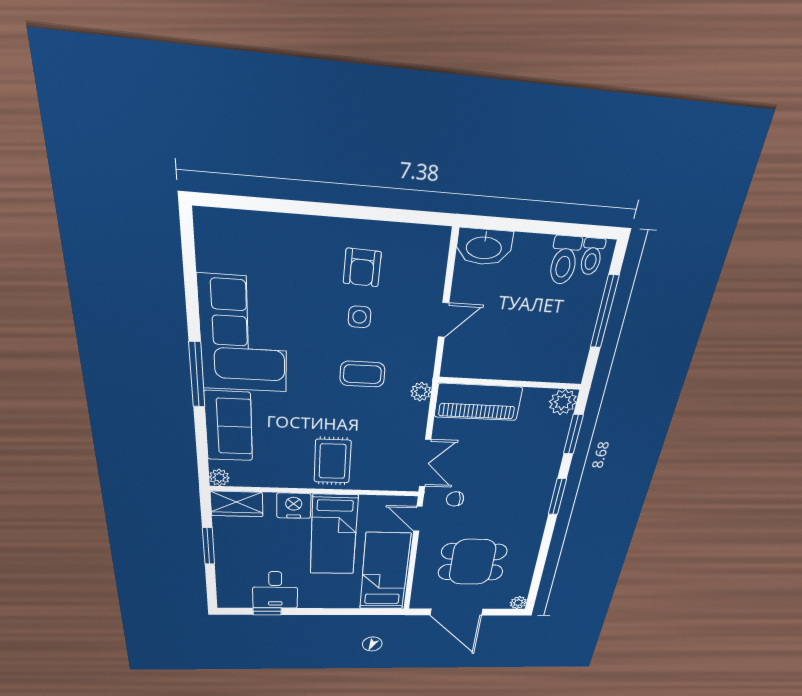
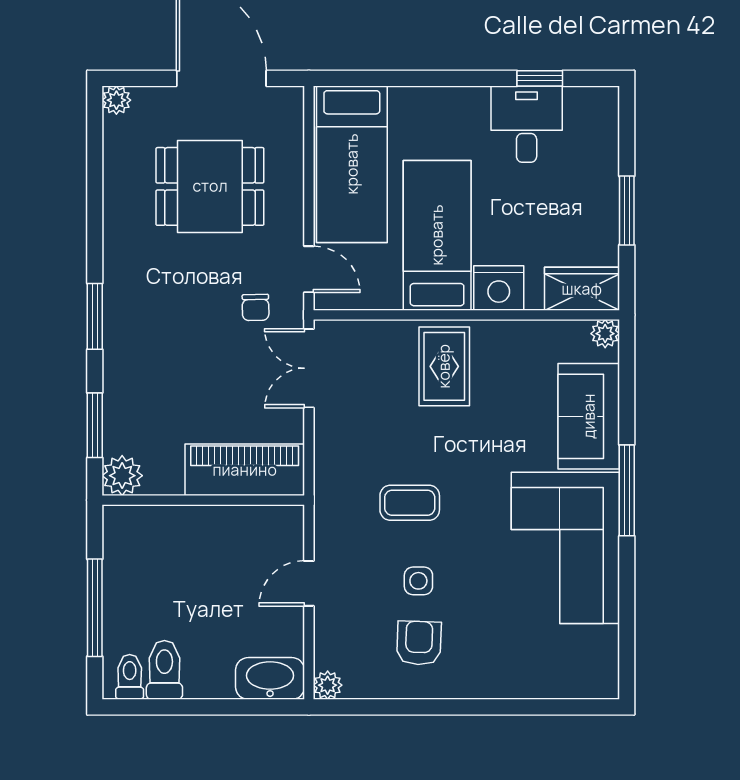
plant: (421, 392) -> (328, 685), moved
chair: (455, 499) -> (256, 307), turned 94

